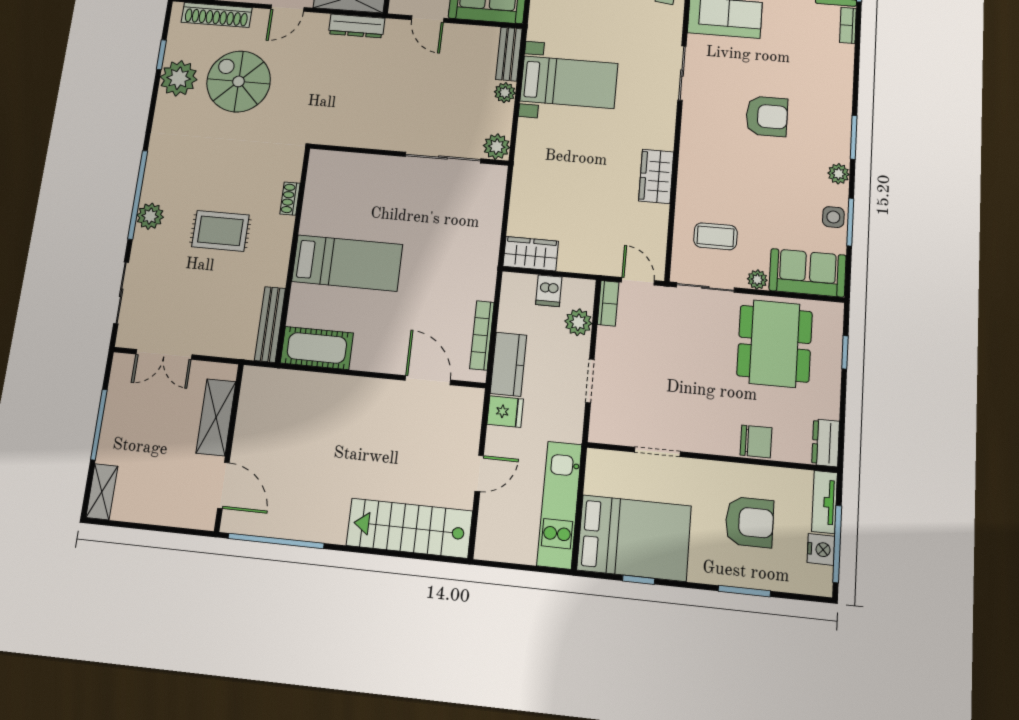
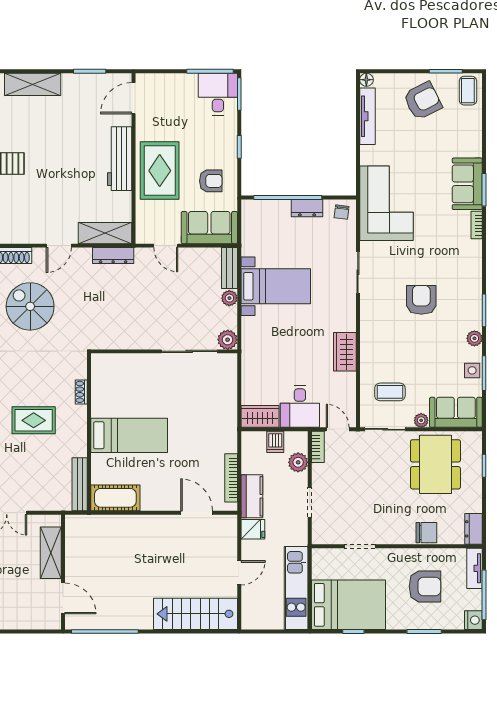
armchair: (767, 116) -> (421, 300), turned -90
desk: (588, 245) -> (300, 406), added
nightstand: (821, 549) -> (473, 620), moved

